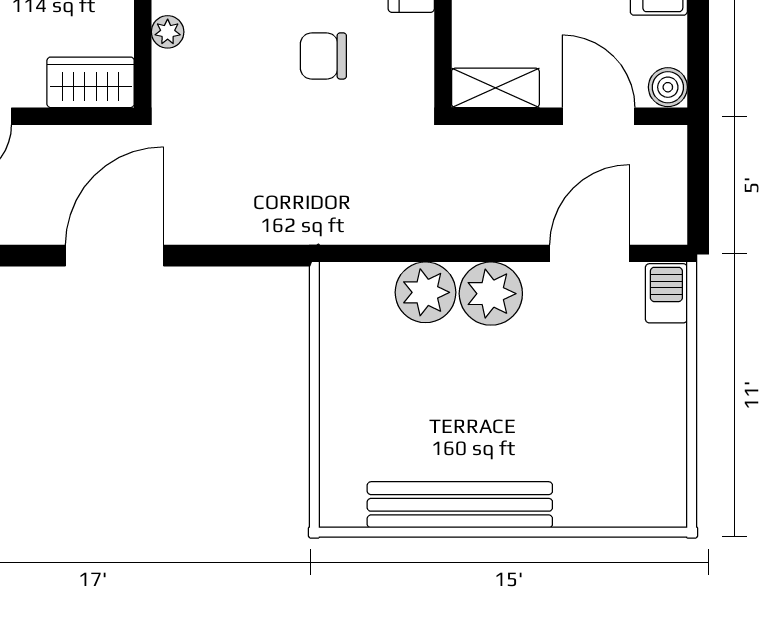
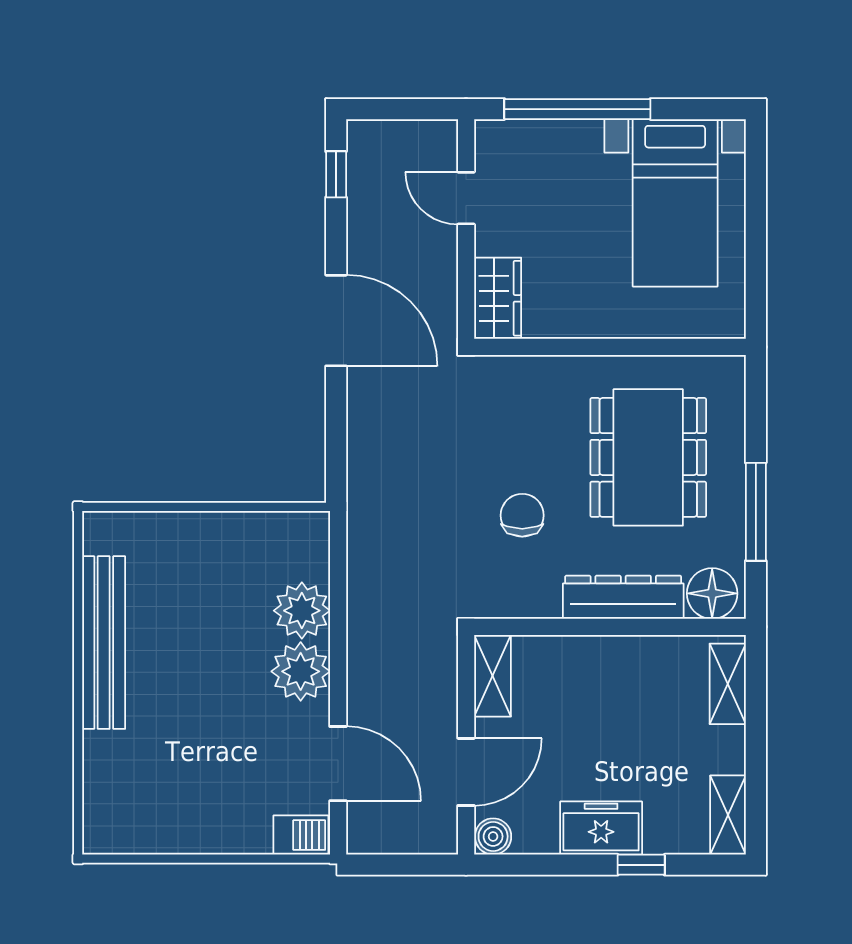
plant: (168, 32) -> (545, 370), removed

